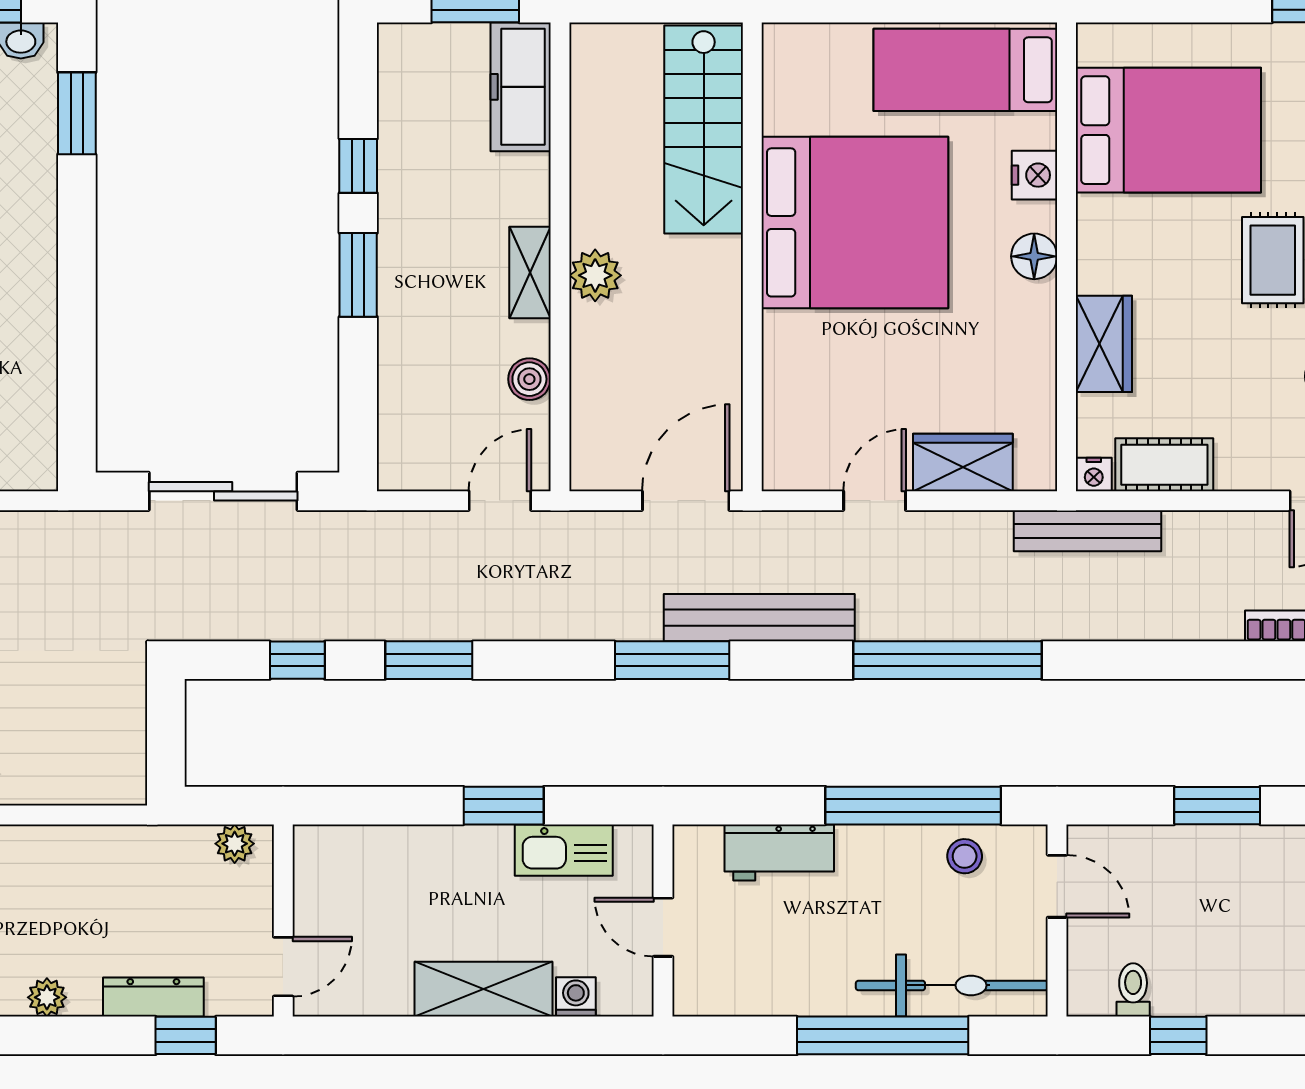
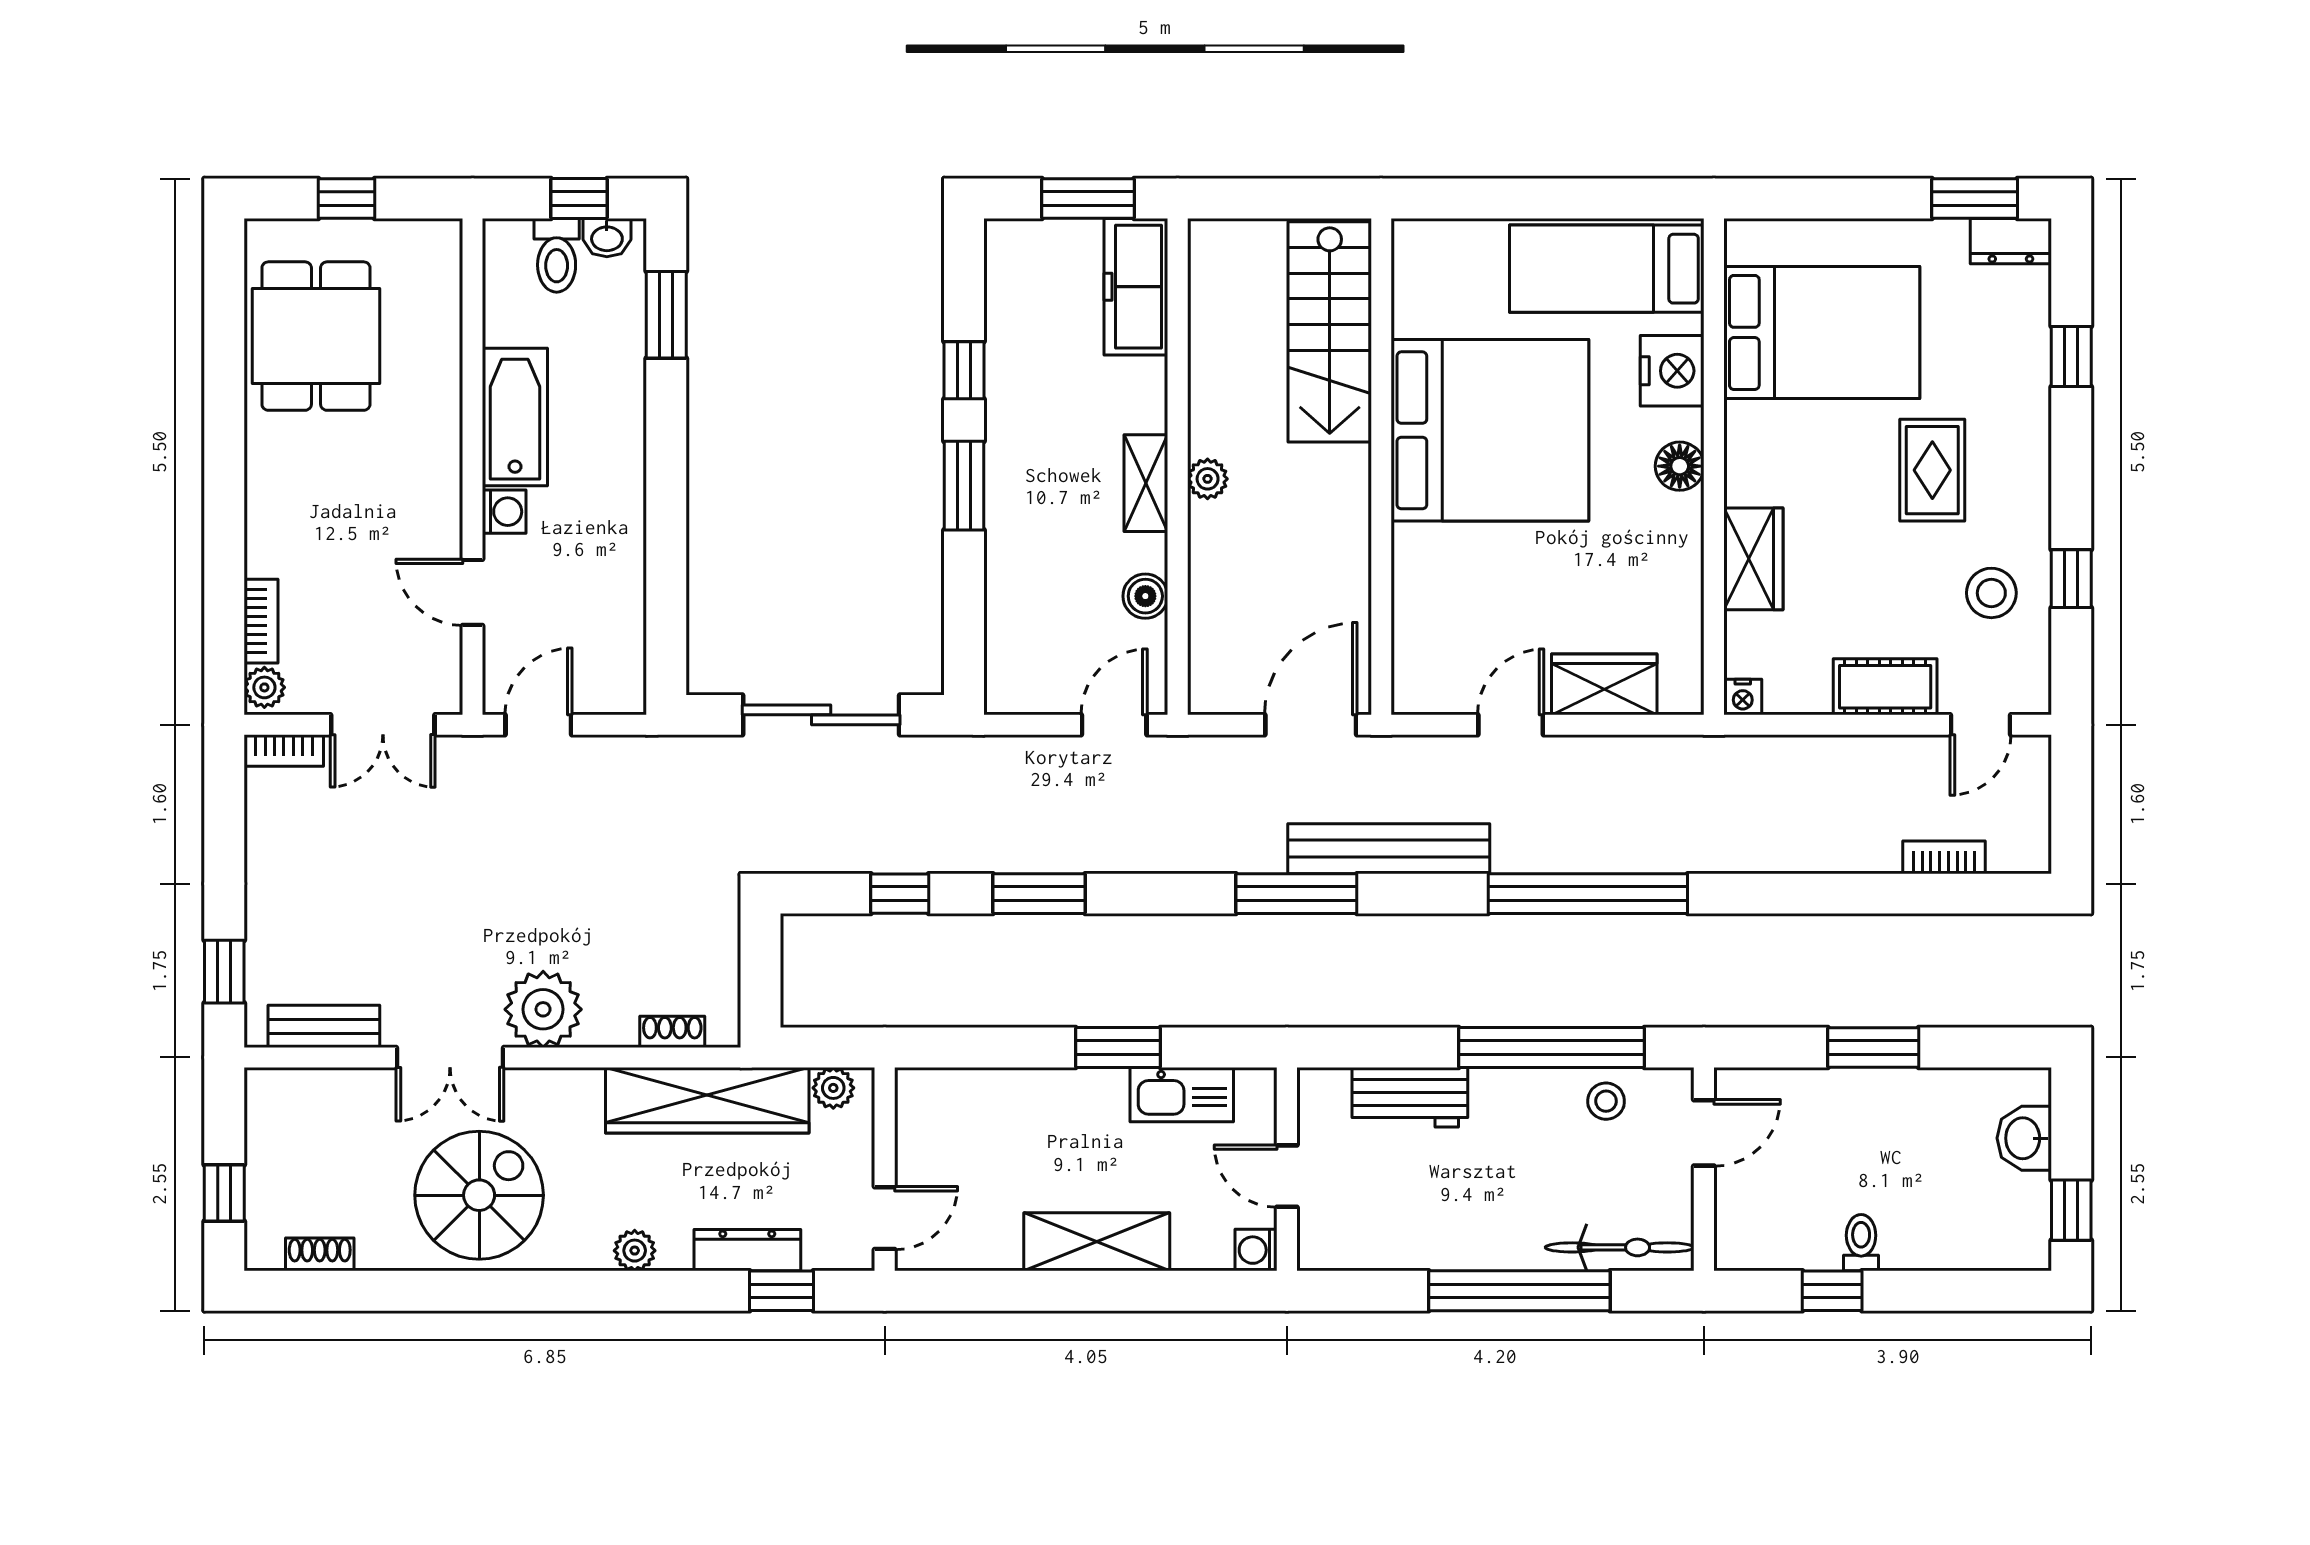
nightstand: (1034, 175) -> (1672, 371), width x1.36, depth x1.33
plant: (595, 275) -> (1208, 479), width x0.73, depth x0.73
cot: (1164, 465) -> (1885, 687), moved
bench: (1088, 531) -> (1736, 757), removed
shoe rack: (83, 791) -> (672, 1032), added
wardrobe: (116, 855) -> (707, 1100), added
door: (1057, 886) -> (1704, 1133), hinge flipped
bicycle: (952, 985) -> (1620, 1247), width x0.73, depth x0.71
toilet: (1133, 990) -> (1861, 1243), moved
washing machine: (576, 997) -> (1256, 1250), moved, turned -90

